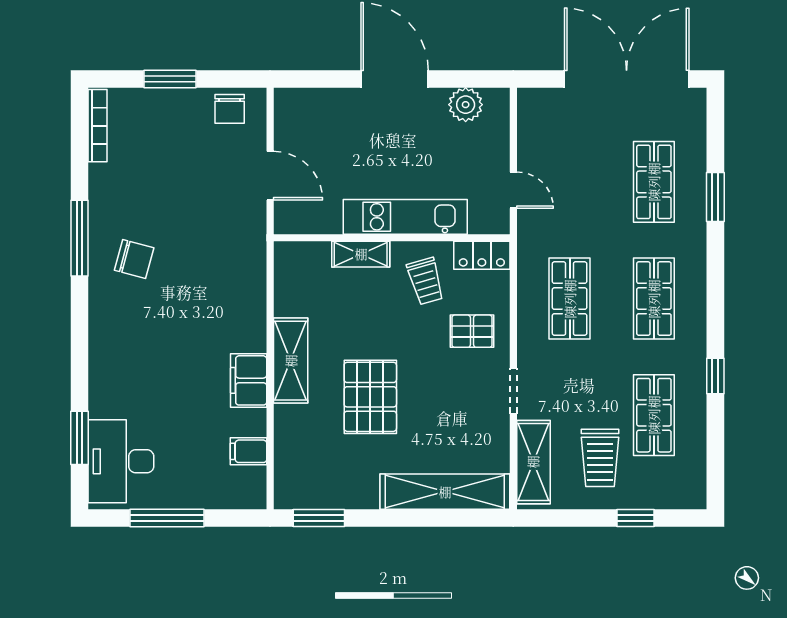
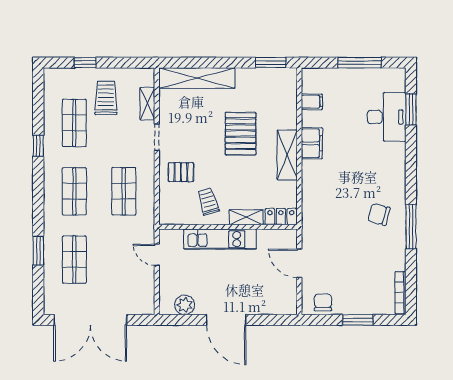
locker: (482, 255) -> (281, 217), moved
desk: (121, 461) -> (387, 117), moved
shelving: (533, 462) -> (147, 104), width x0.67, depth x0.75

